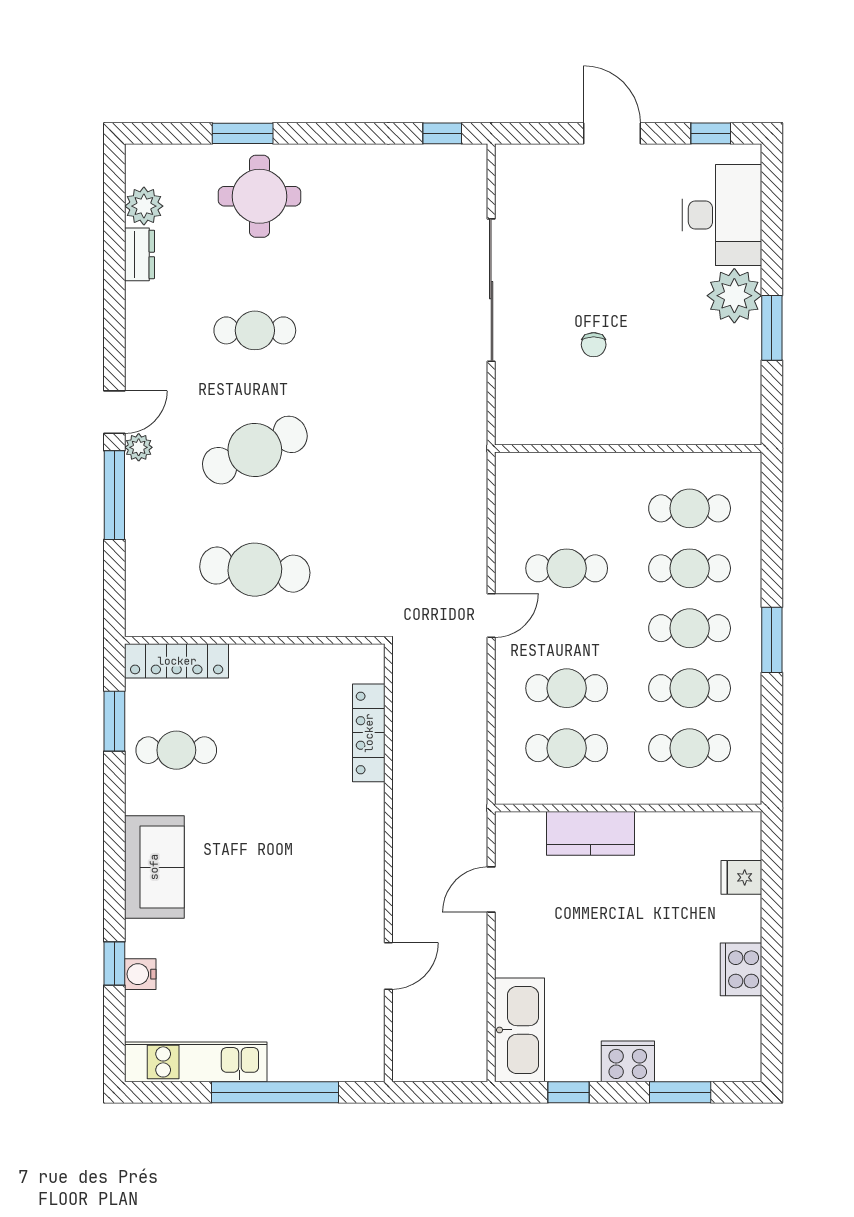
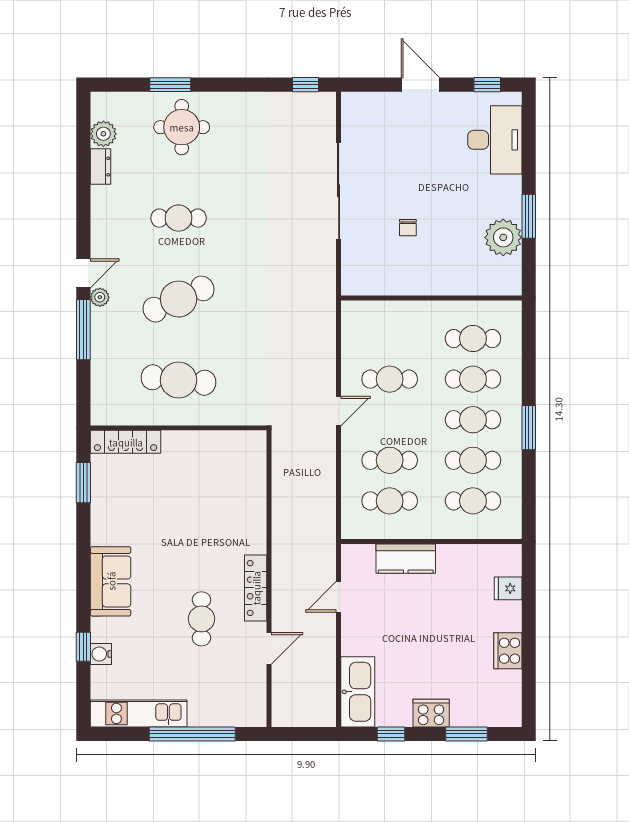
plant: (734, 296) -> (503, 237), moved
locker: (369, 733) -> (256, 588), moved
cafe table: (176, 750) -> (201, 619), moved, turned 90

